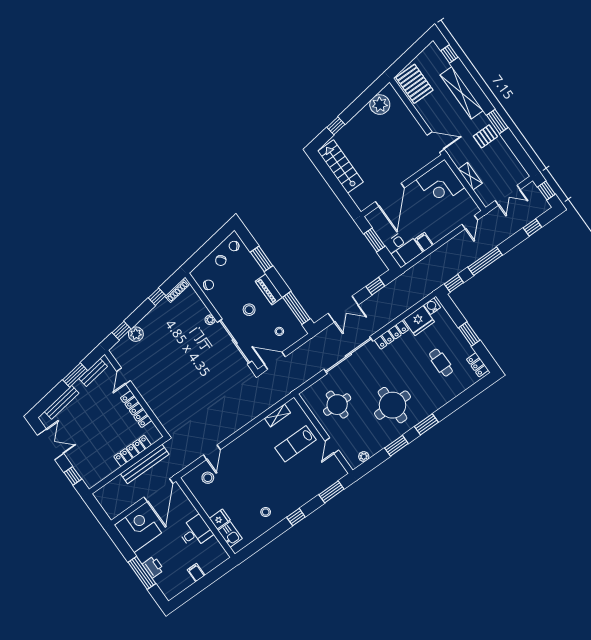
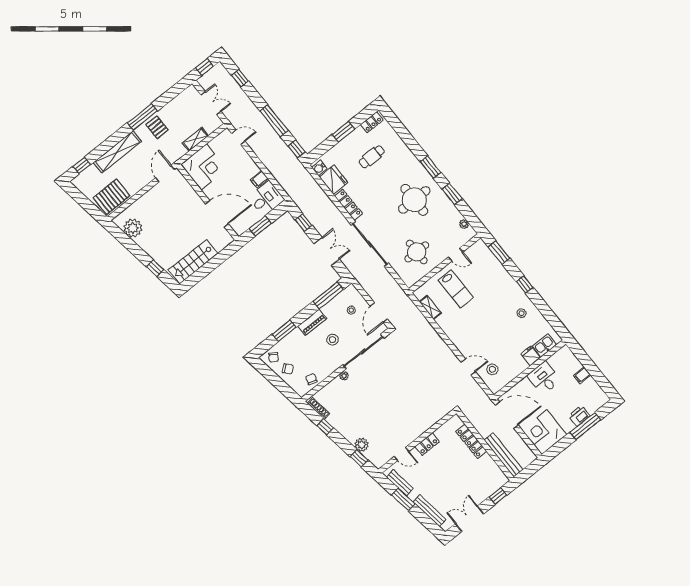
window: (497, 121) -> (142, 117), width x1.44
locker: (136, 409) -> (427, 444), width x0.66
bench: (145, 464) -> (503, 455), moved

